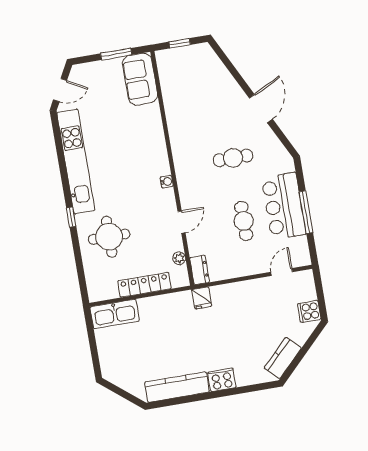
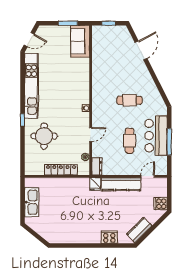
door: (261, 108) -> (141, 50), moved
kitchen sink: (115, 314) -> (32, 202), moved, turned -90
cooker: (222, 380) -> (109, 237), moved
kitchen counter: (177, 387) -> (121, 184), moved, turned 180

